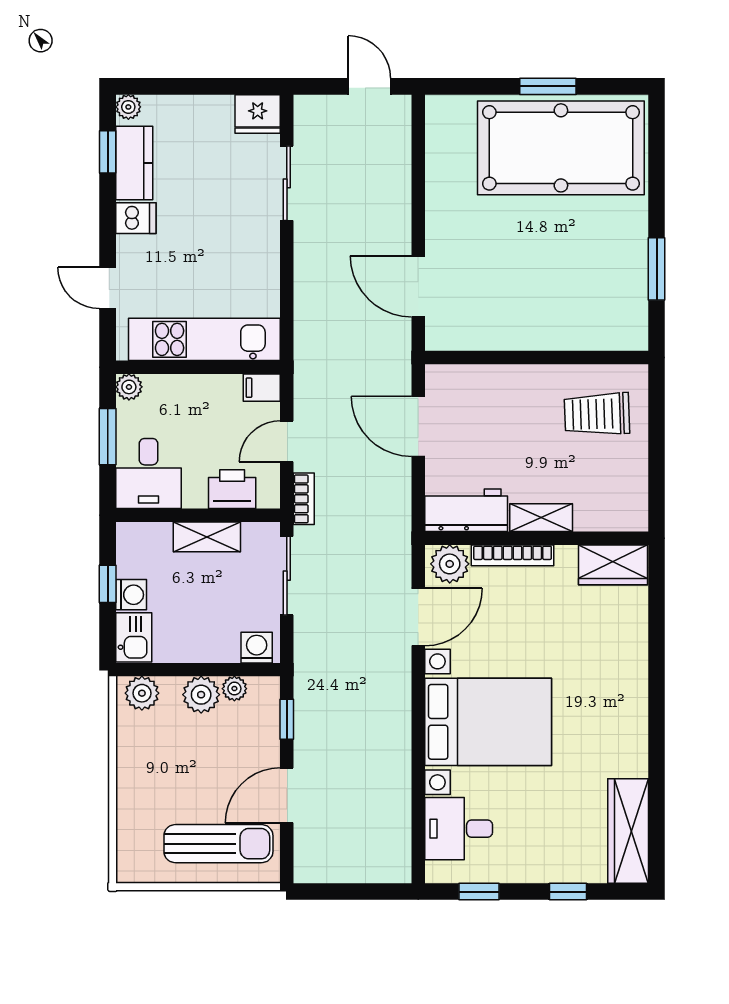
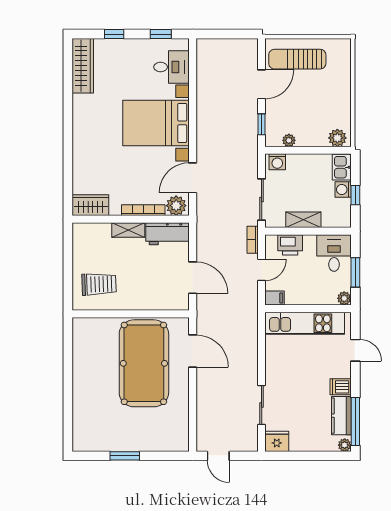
pool table: (561, 148) -> (144, 363), moved, turned 90
window: (108, 152) -> (355, 422), width x2.17
window: (657, 269) -> (68, 360), removed
plant: (201, 695) -> (306, 137), removed

